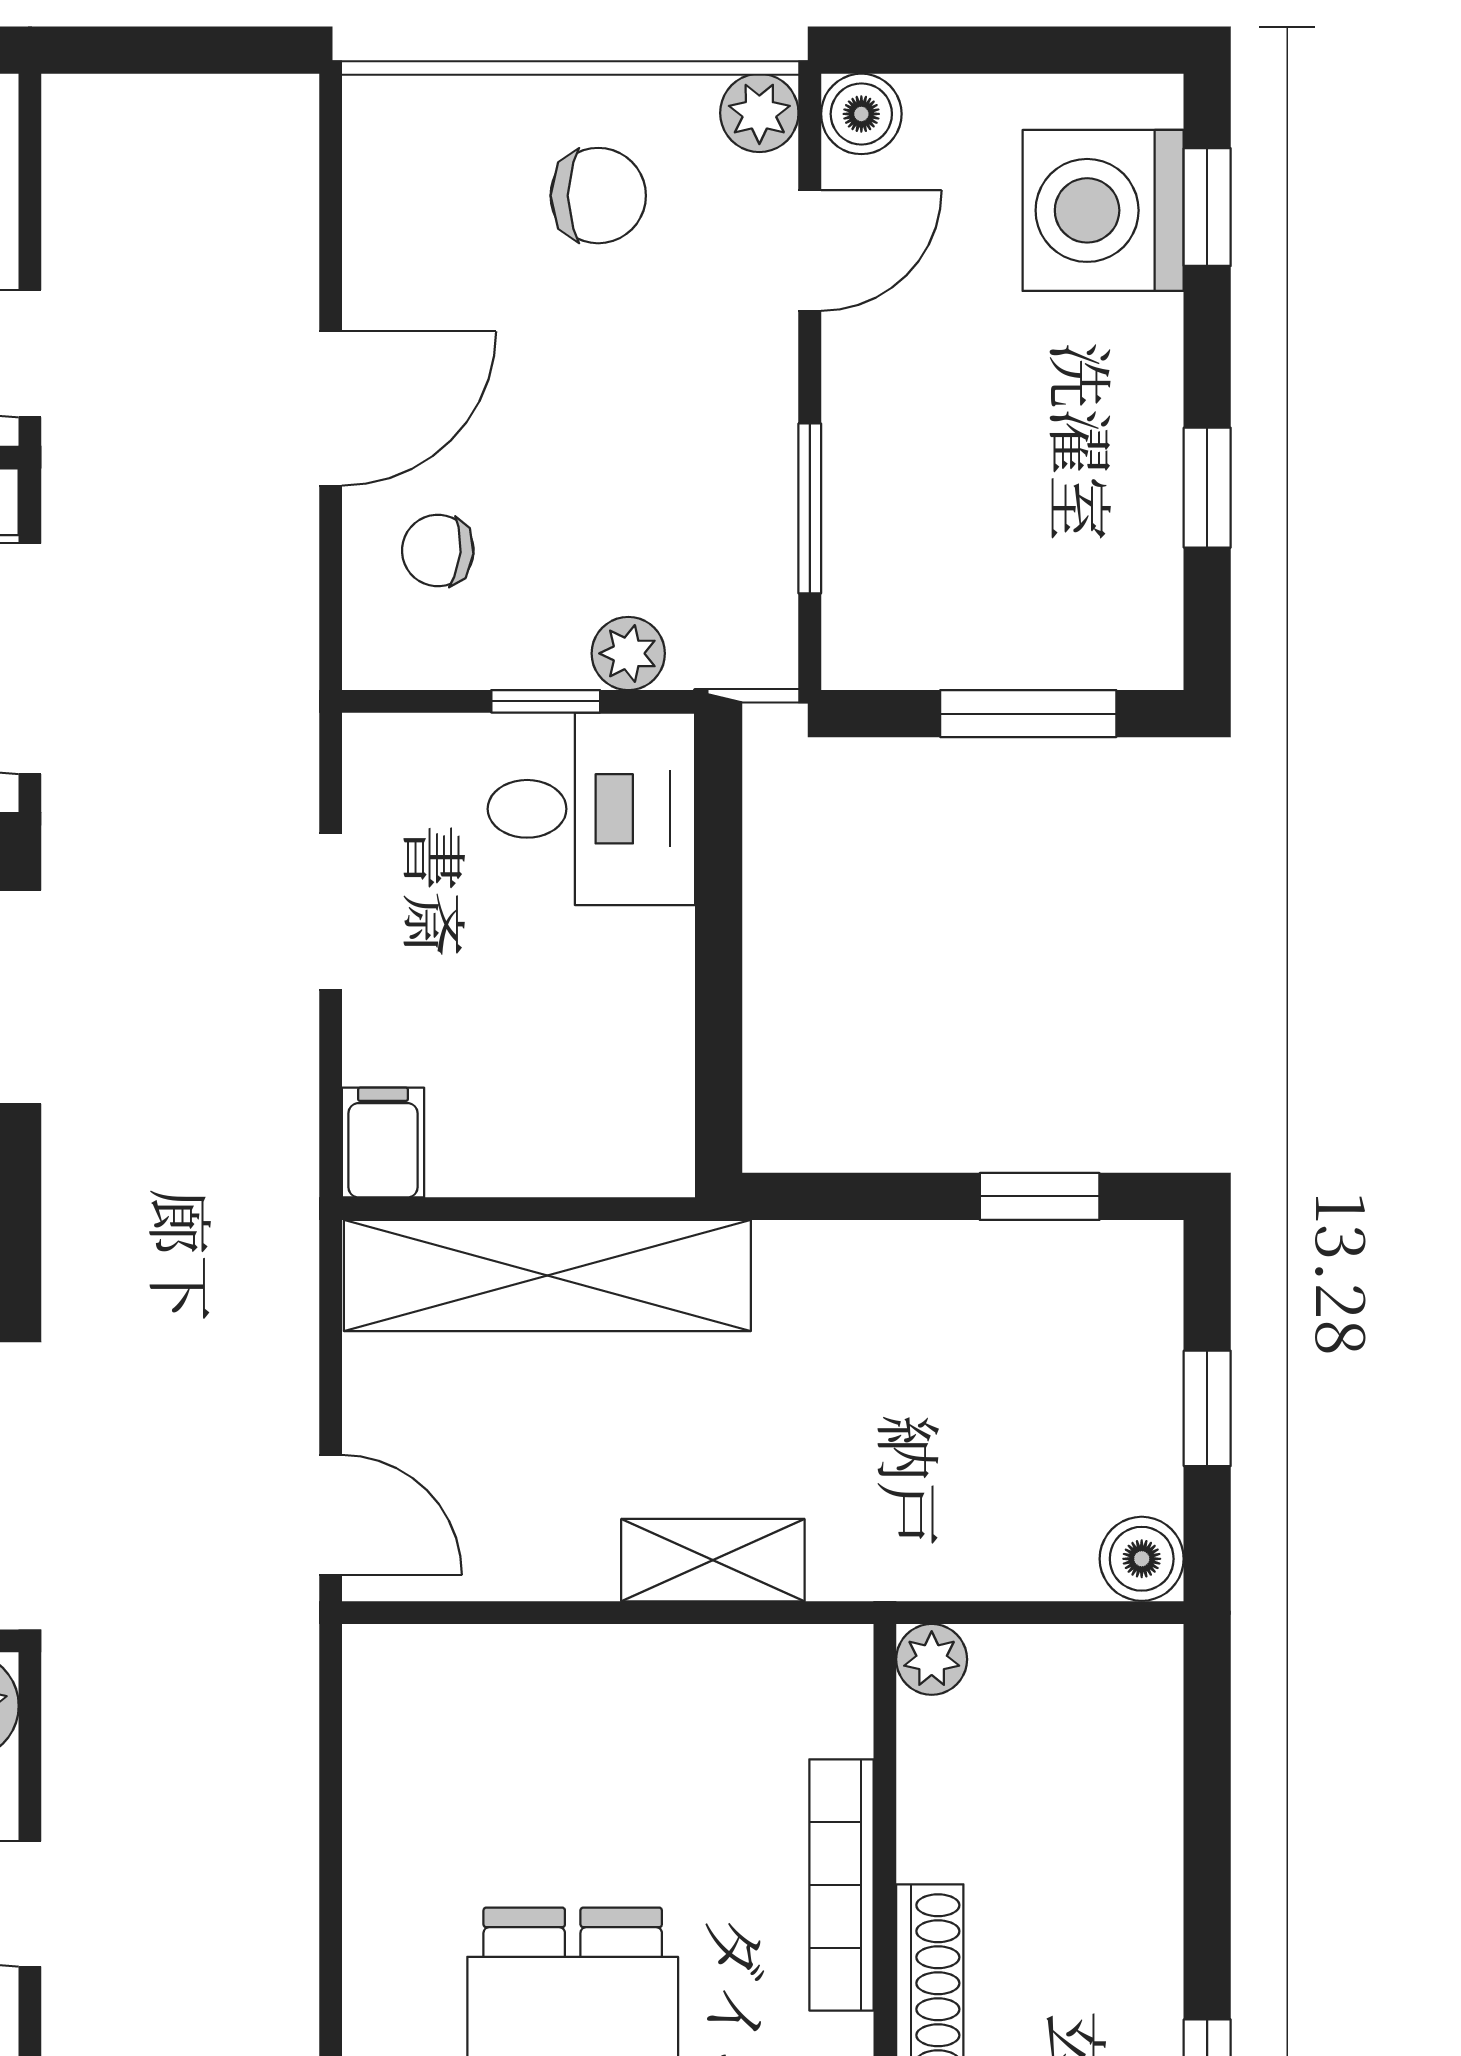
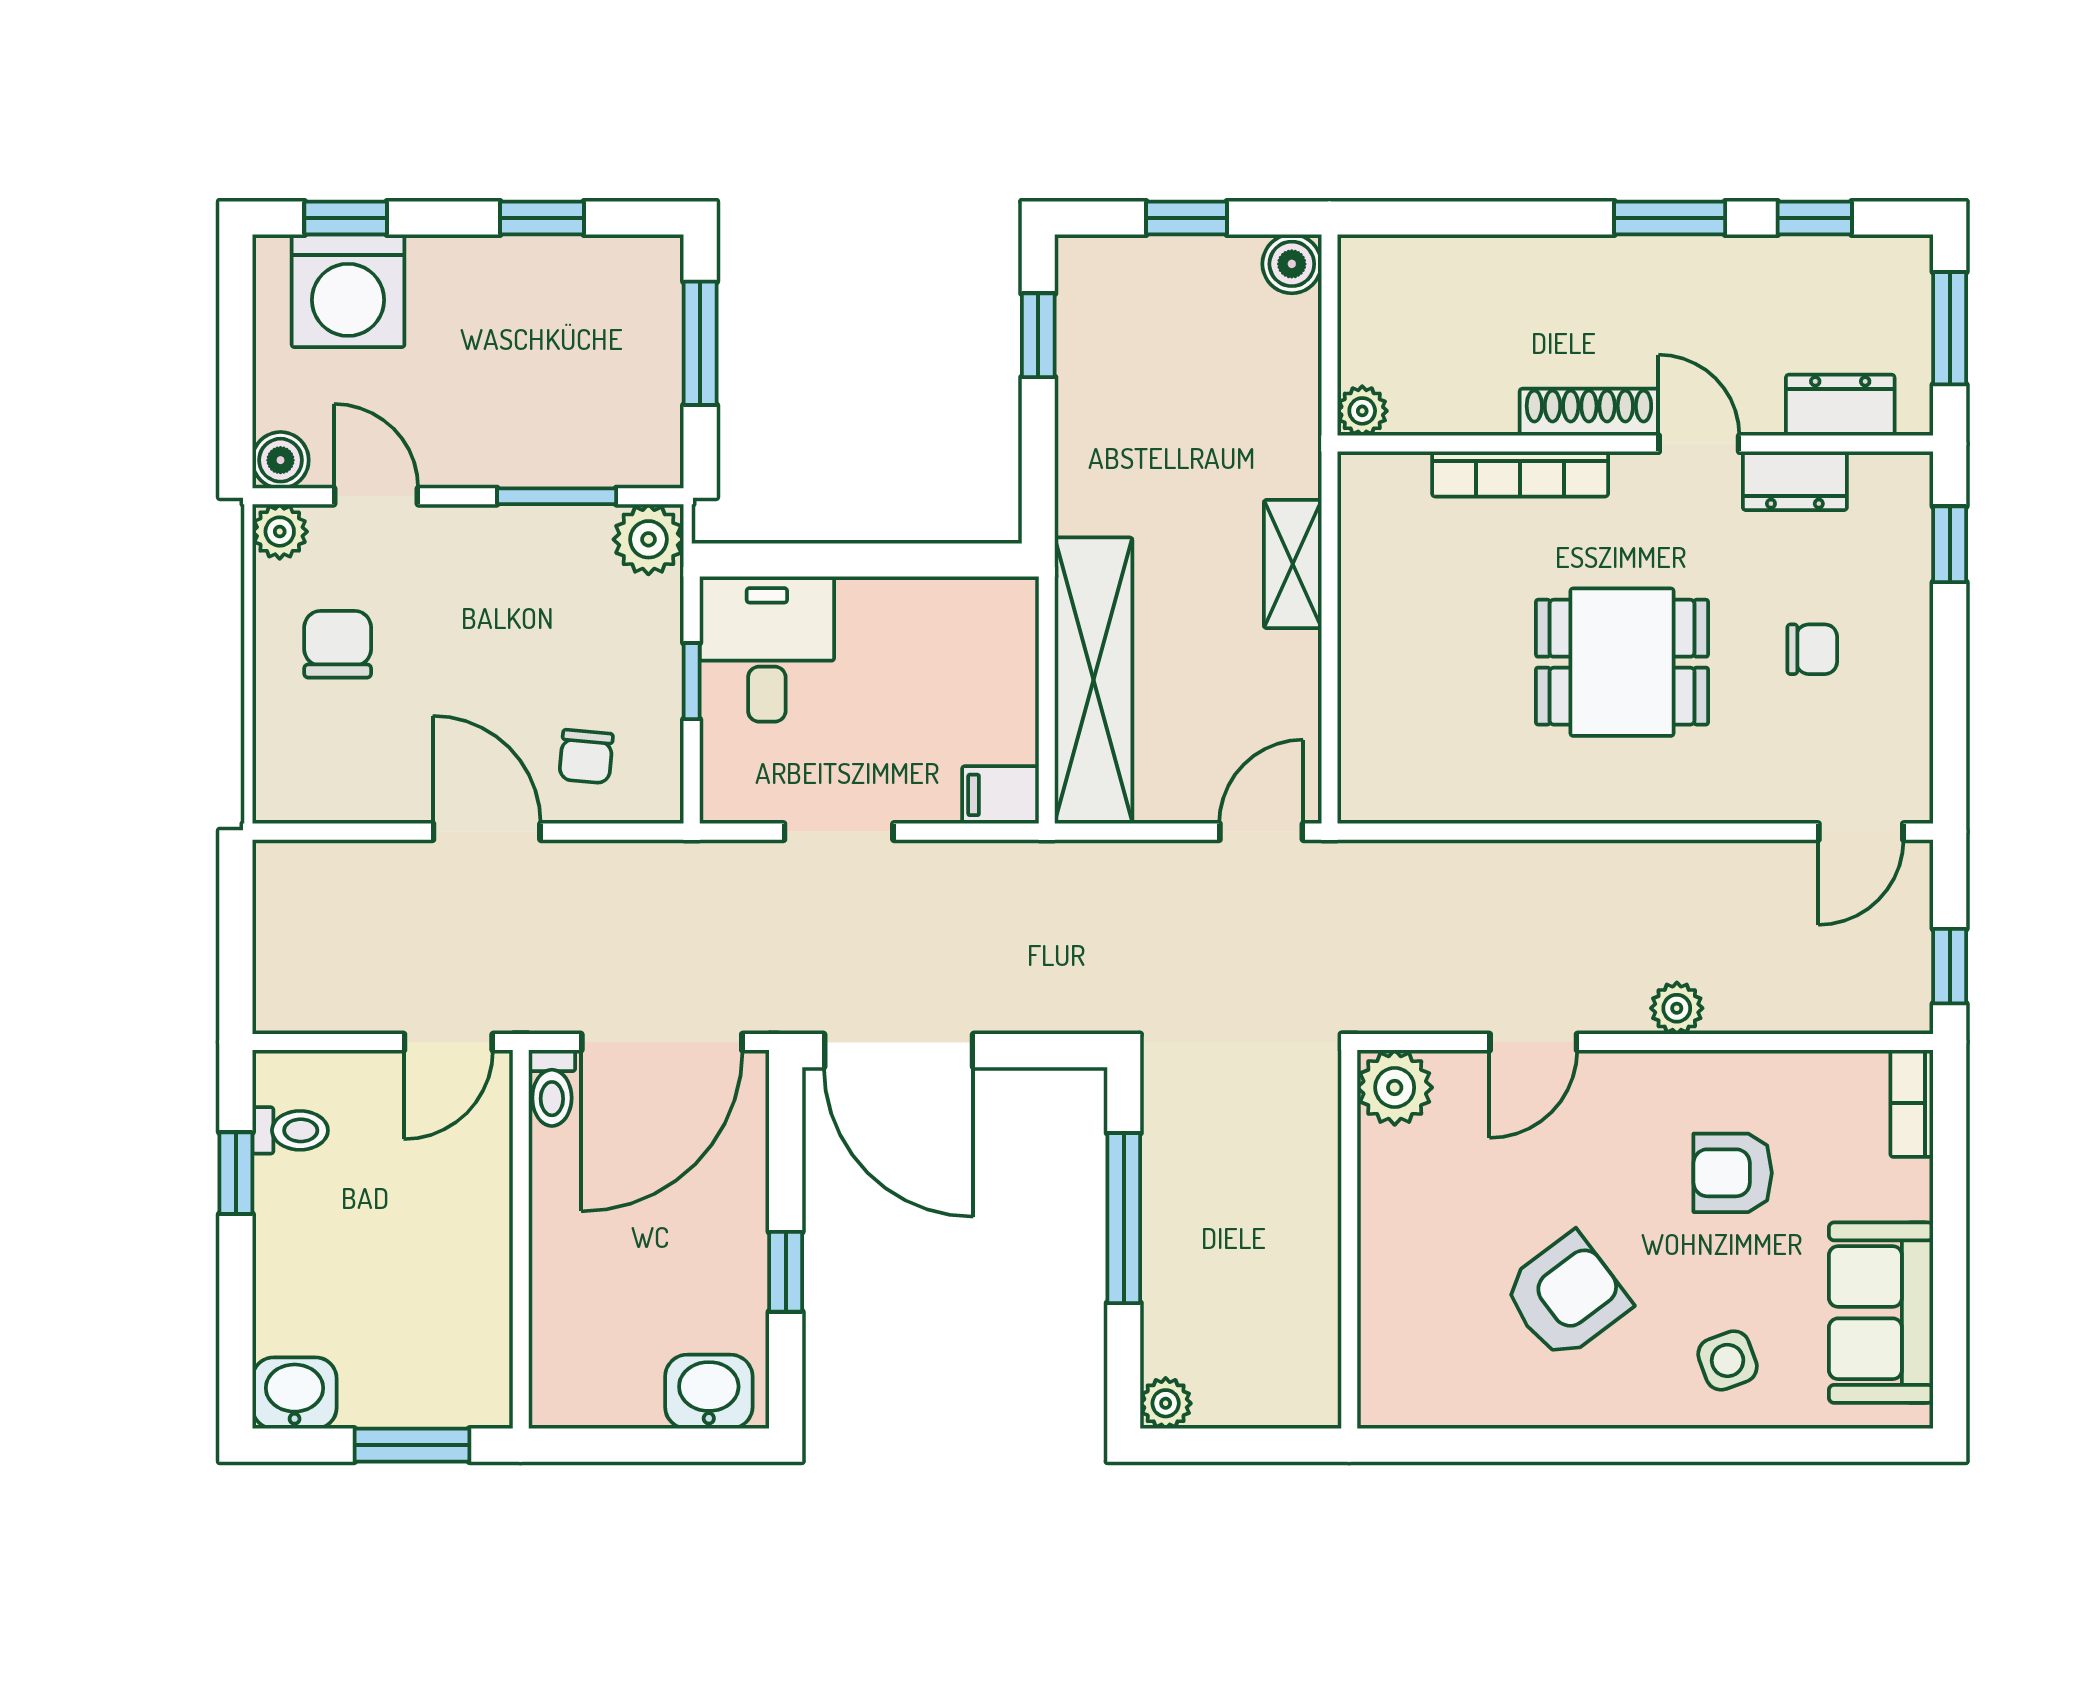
plant: (628, 653) -> (648, 539), moved, width x1.38, depth x1.38

